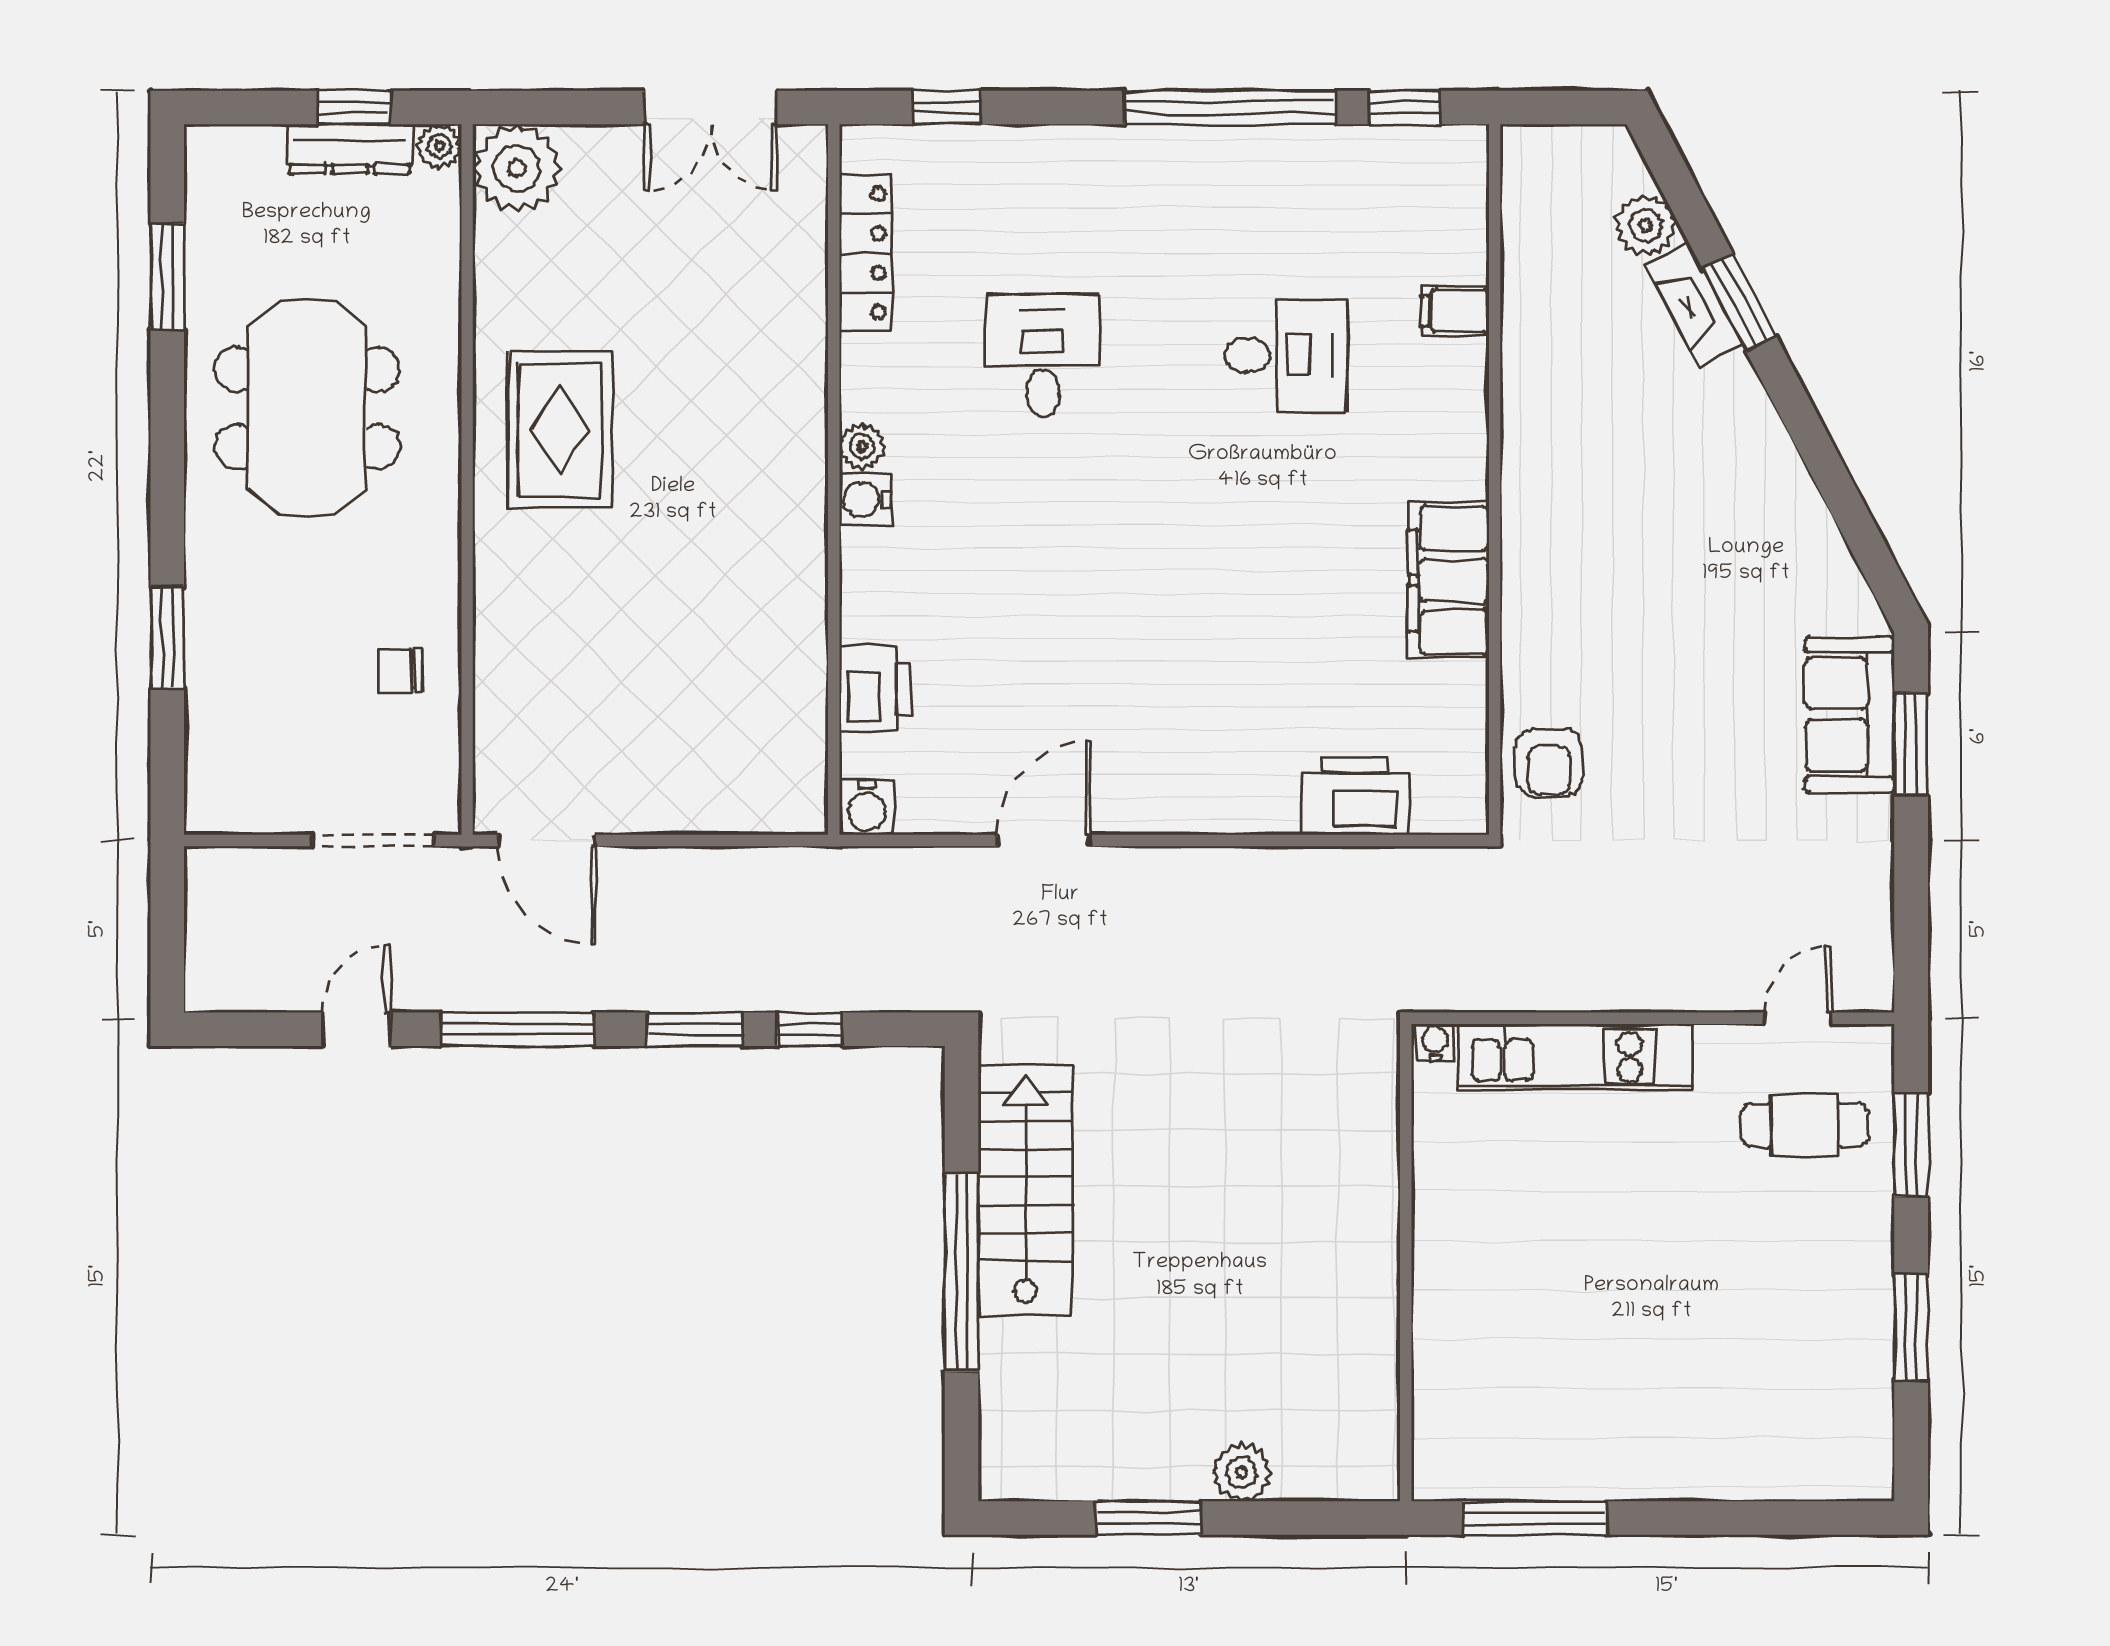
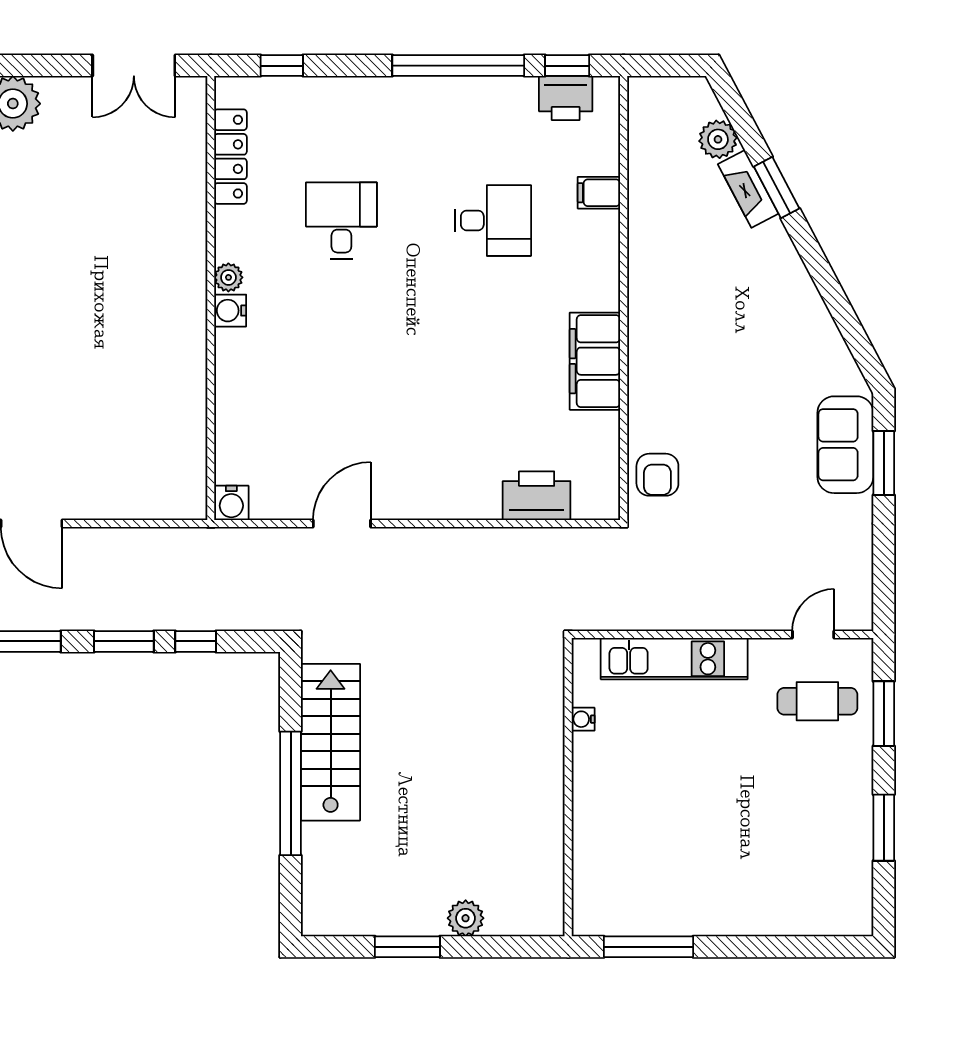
rug: (560, 430) -> (40, 267), removed
printer: (875, 689) -> (566, 98), moved, turned 90
water cooler: (1435, 1042) -> (583, 719), moved, turned -90

